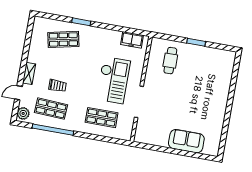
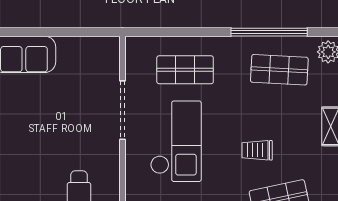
checkout: (113, 80) -> (176, 141), turned 180
trolley: (57, 86) -> (257, 150), moved

